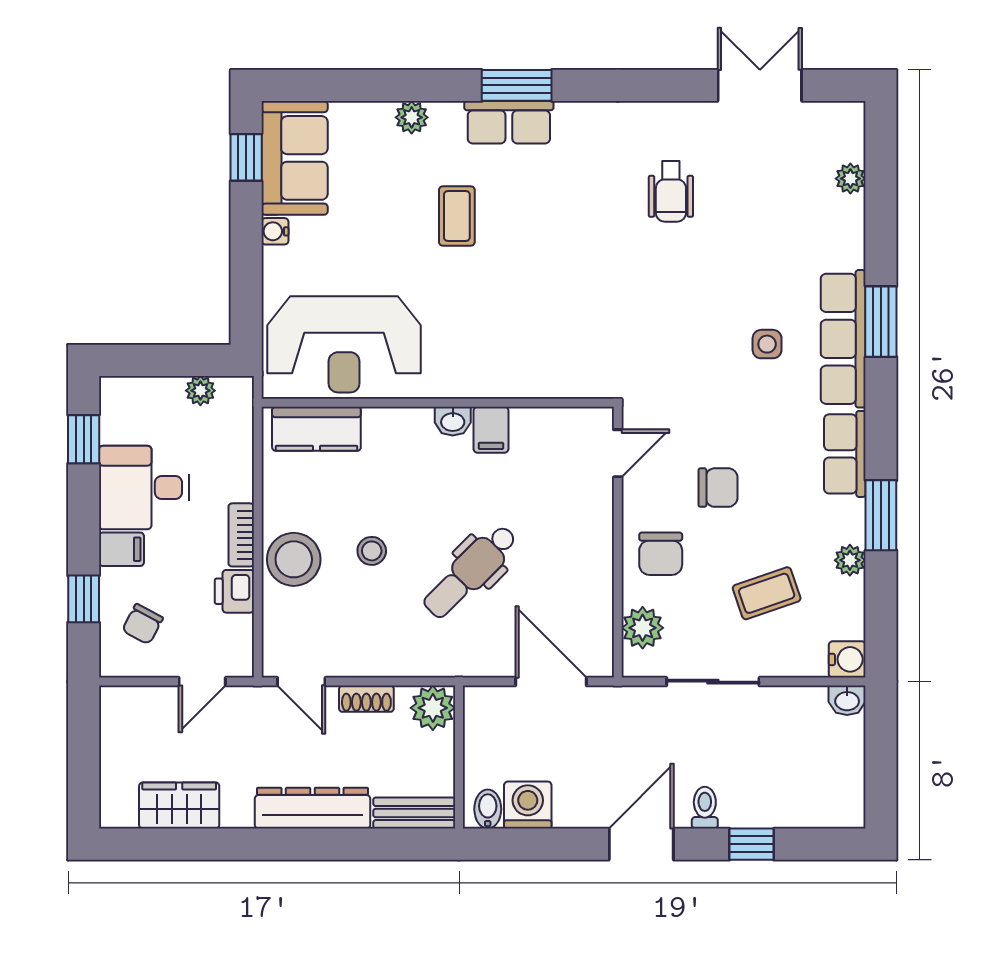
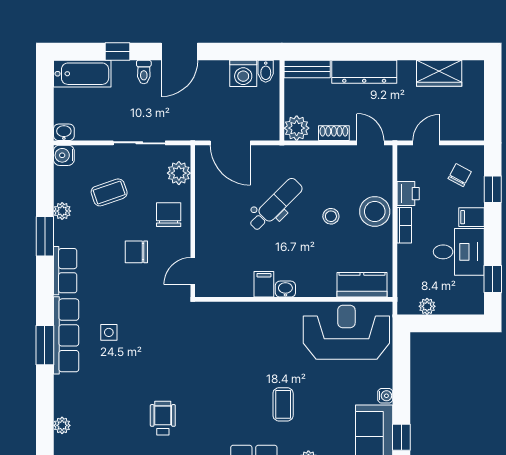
bathtub: (814, 805) -> (82, 74), added

